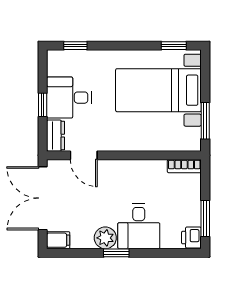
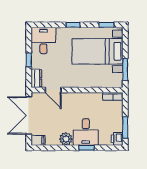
window: (75, 46) -> (73, 25), moved
desk: (69, 98) -> (43, 41), moved, turned 90
window: (116, 253) -> (87, 148), moved

